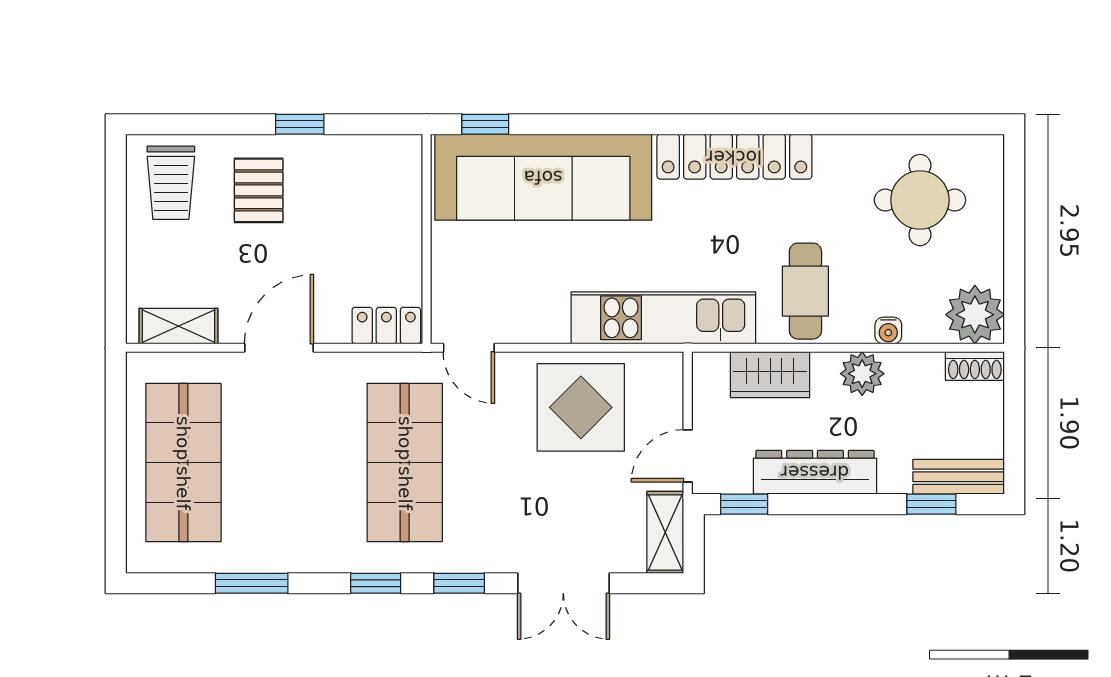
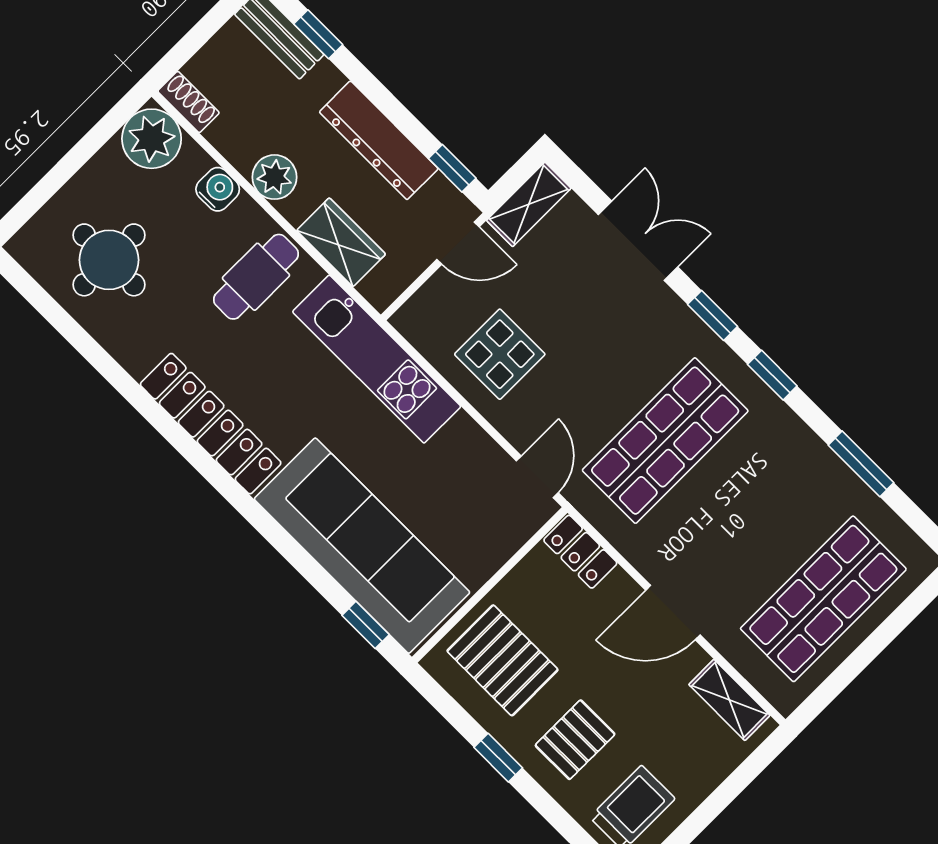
pallet: (365, 195) -> (503, 660), added
water cooler: (888, 331) -> (218, 189), width x1.38, depth x1.38
display table: (581, 407) -> (500, 354), width x0.73, depth x0.73

